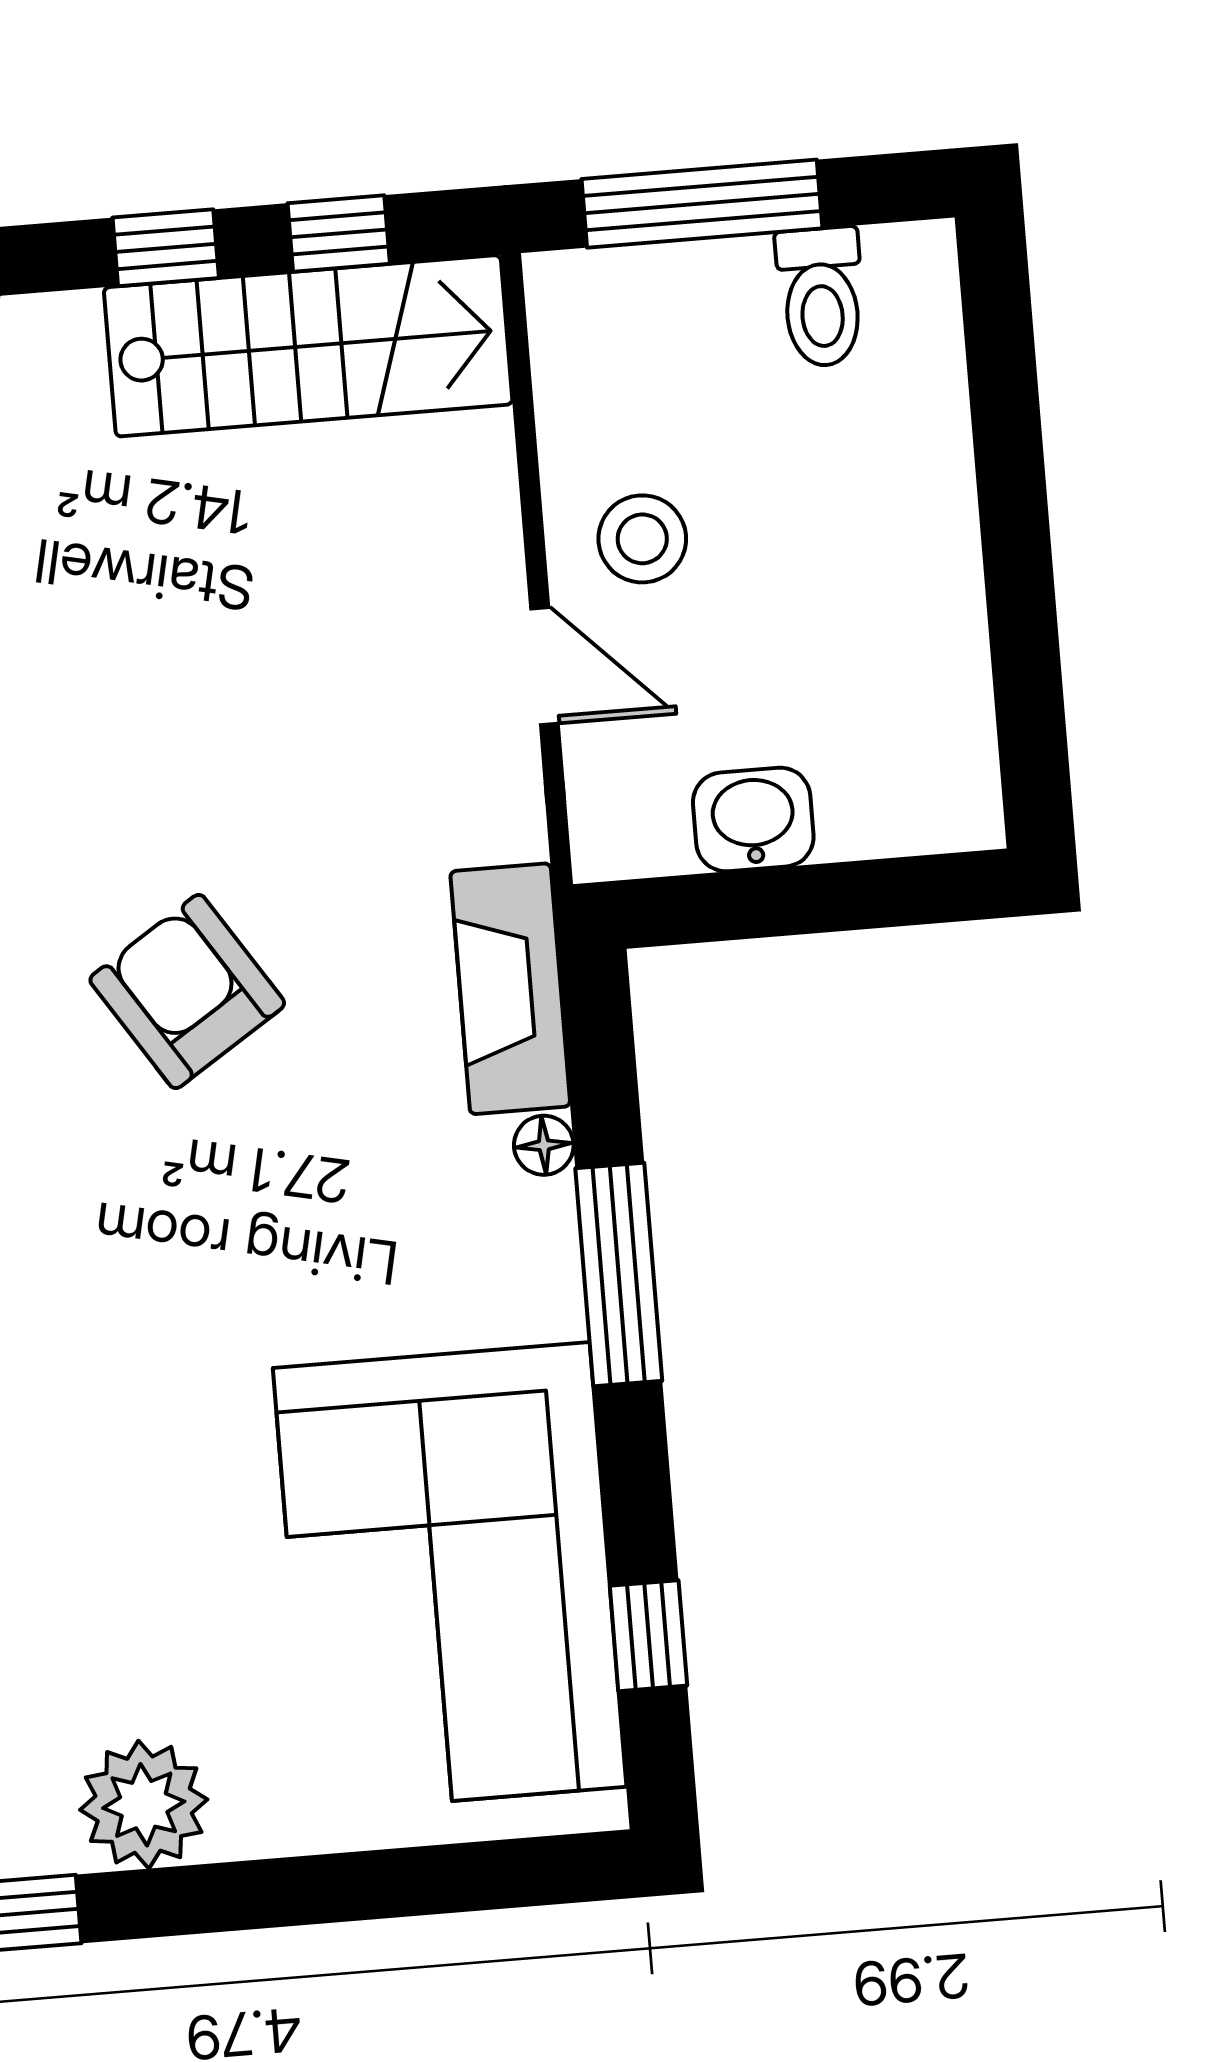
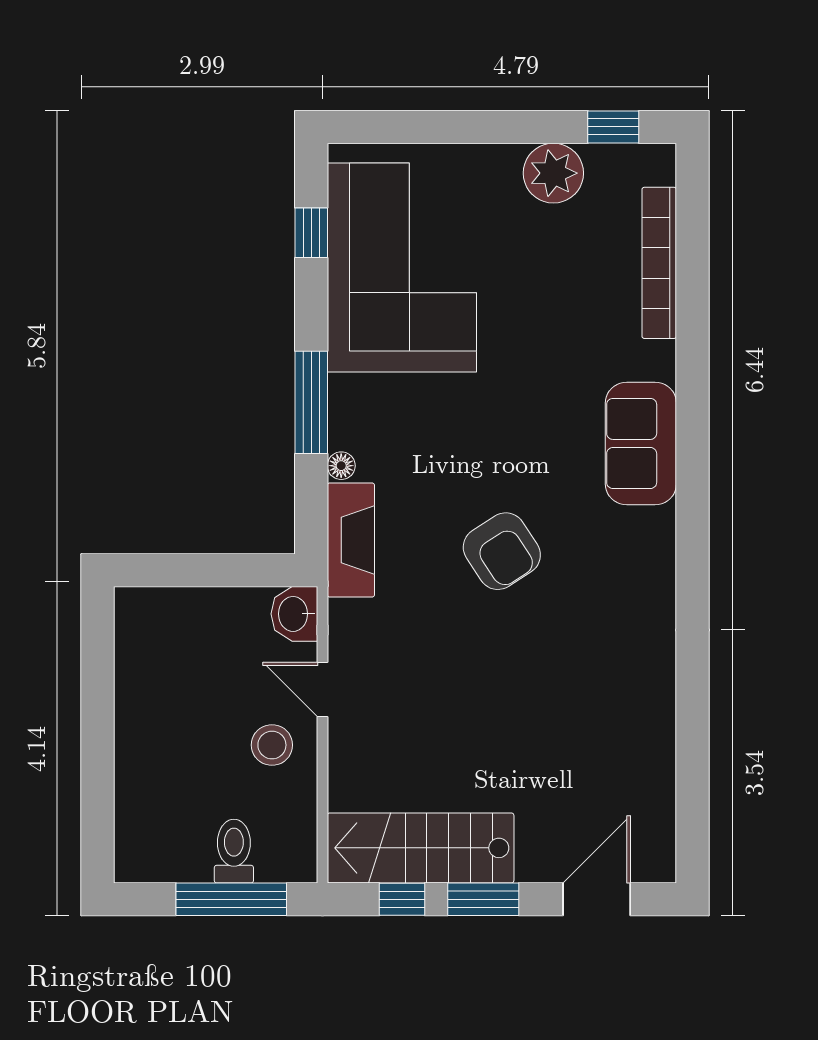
window: (166, 248) -> (483, 899), width x1.50
toilet: (821, 297) -> (234, 851), moved
washbasin: (753, 820) -> (294, 614), moved, turned 90

